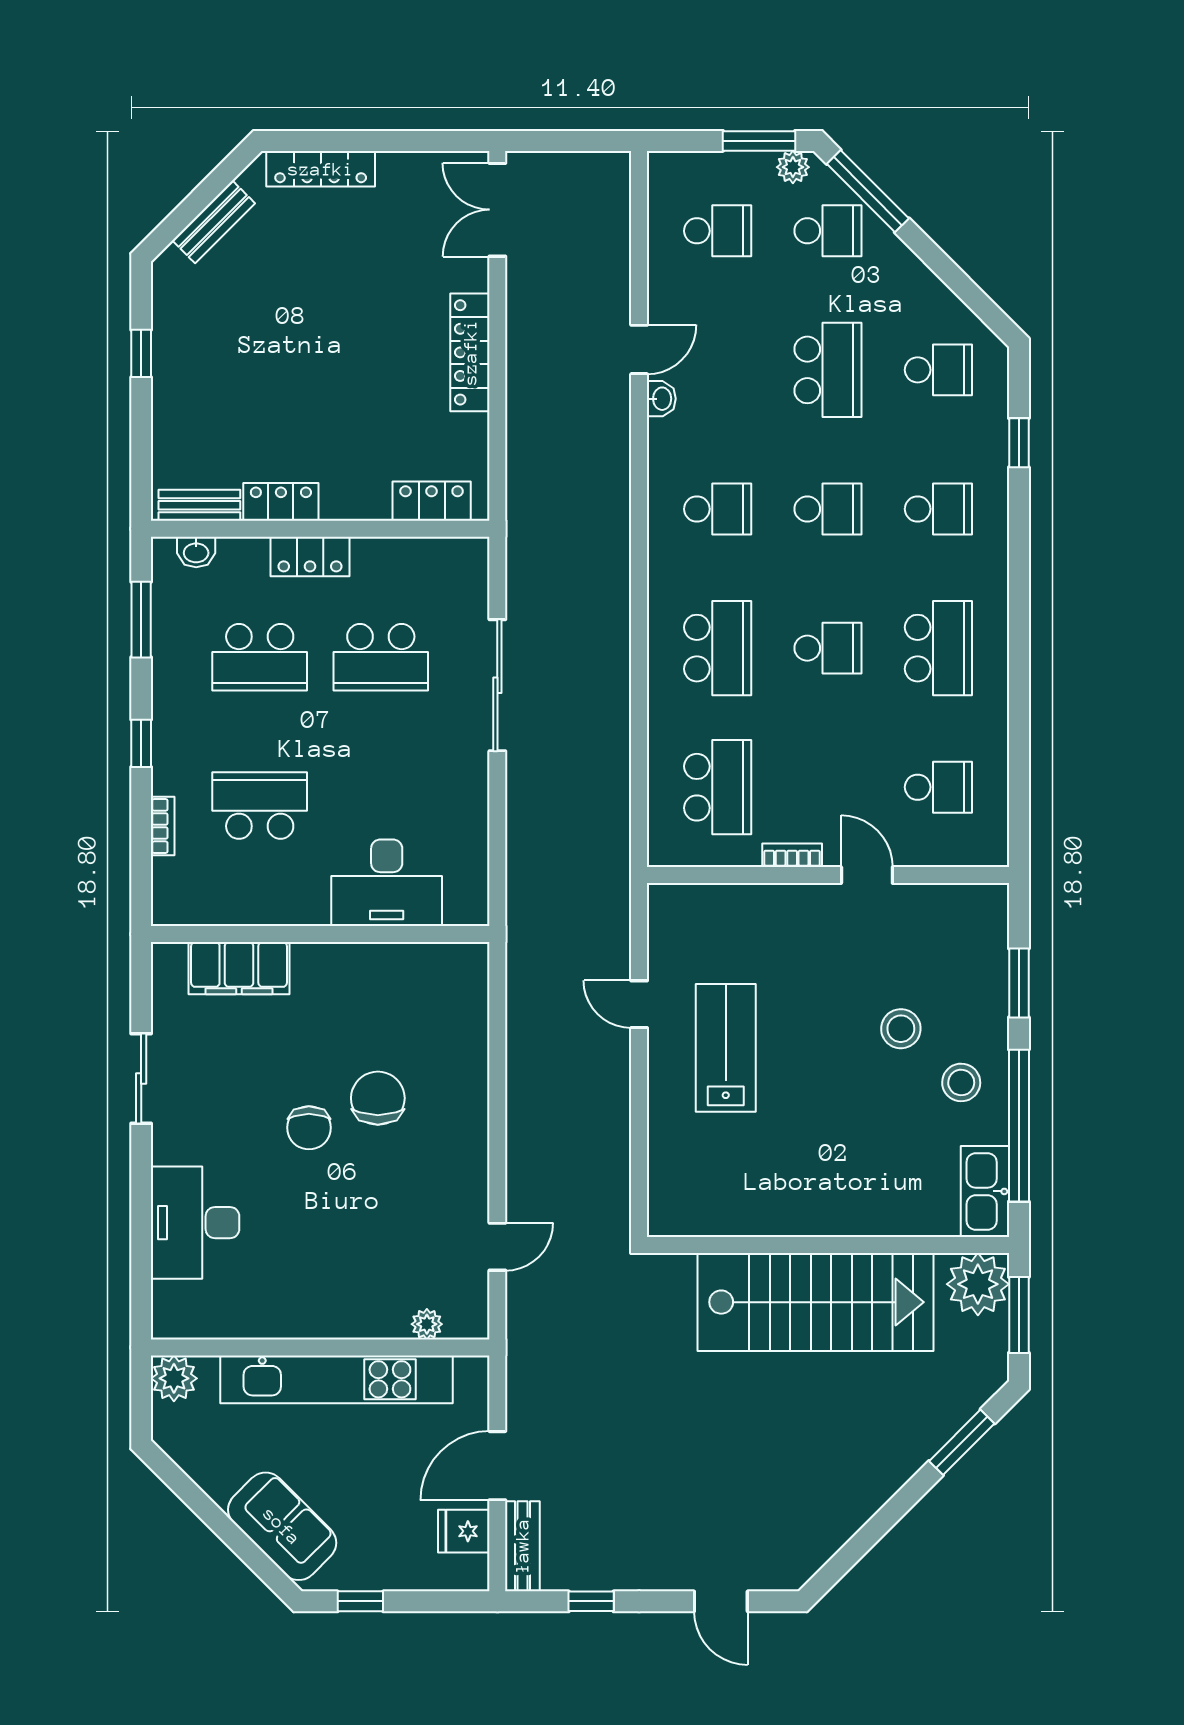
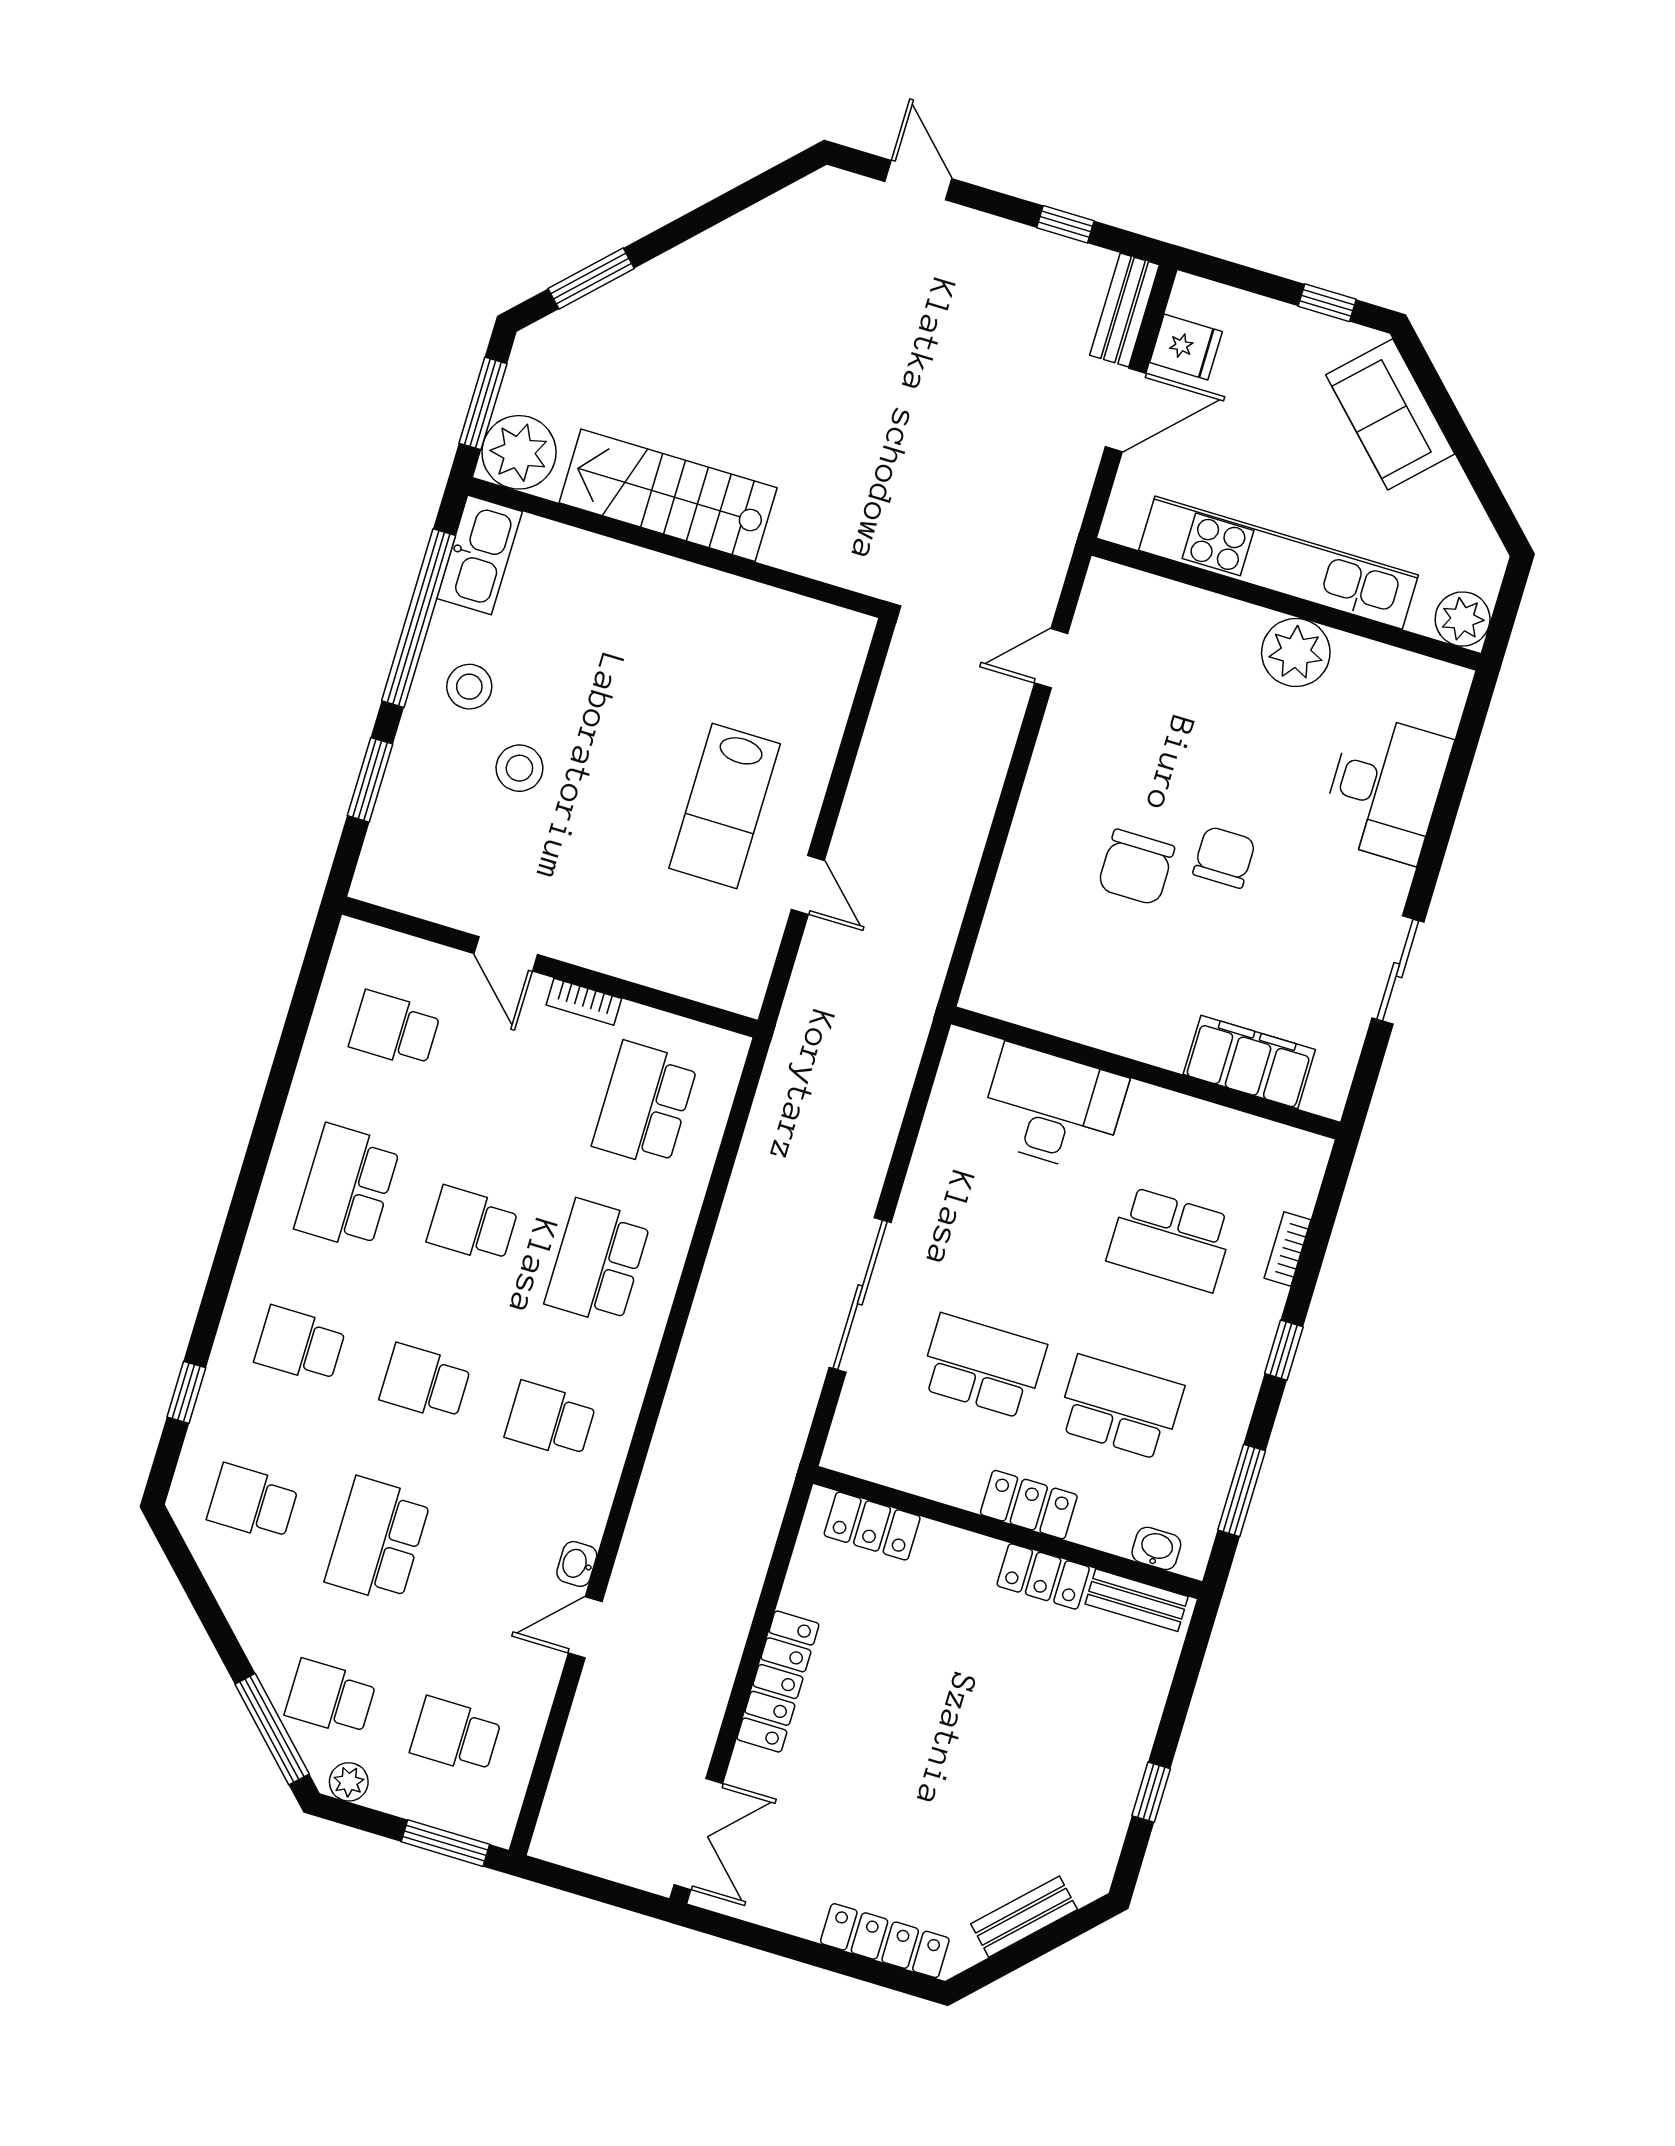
window: (759, 141) -> (445, 1843), moved
stairs: (815, 1302) -> (668, 495), width x0.73, depth x0.66
plant: (427, 1324) -> (1296, 652), moved, width x1.88, depth x1.88

